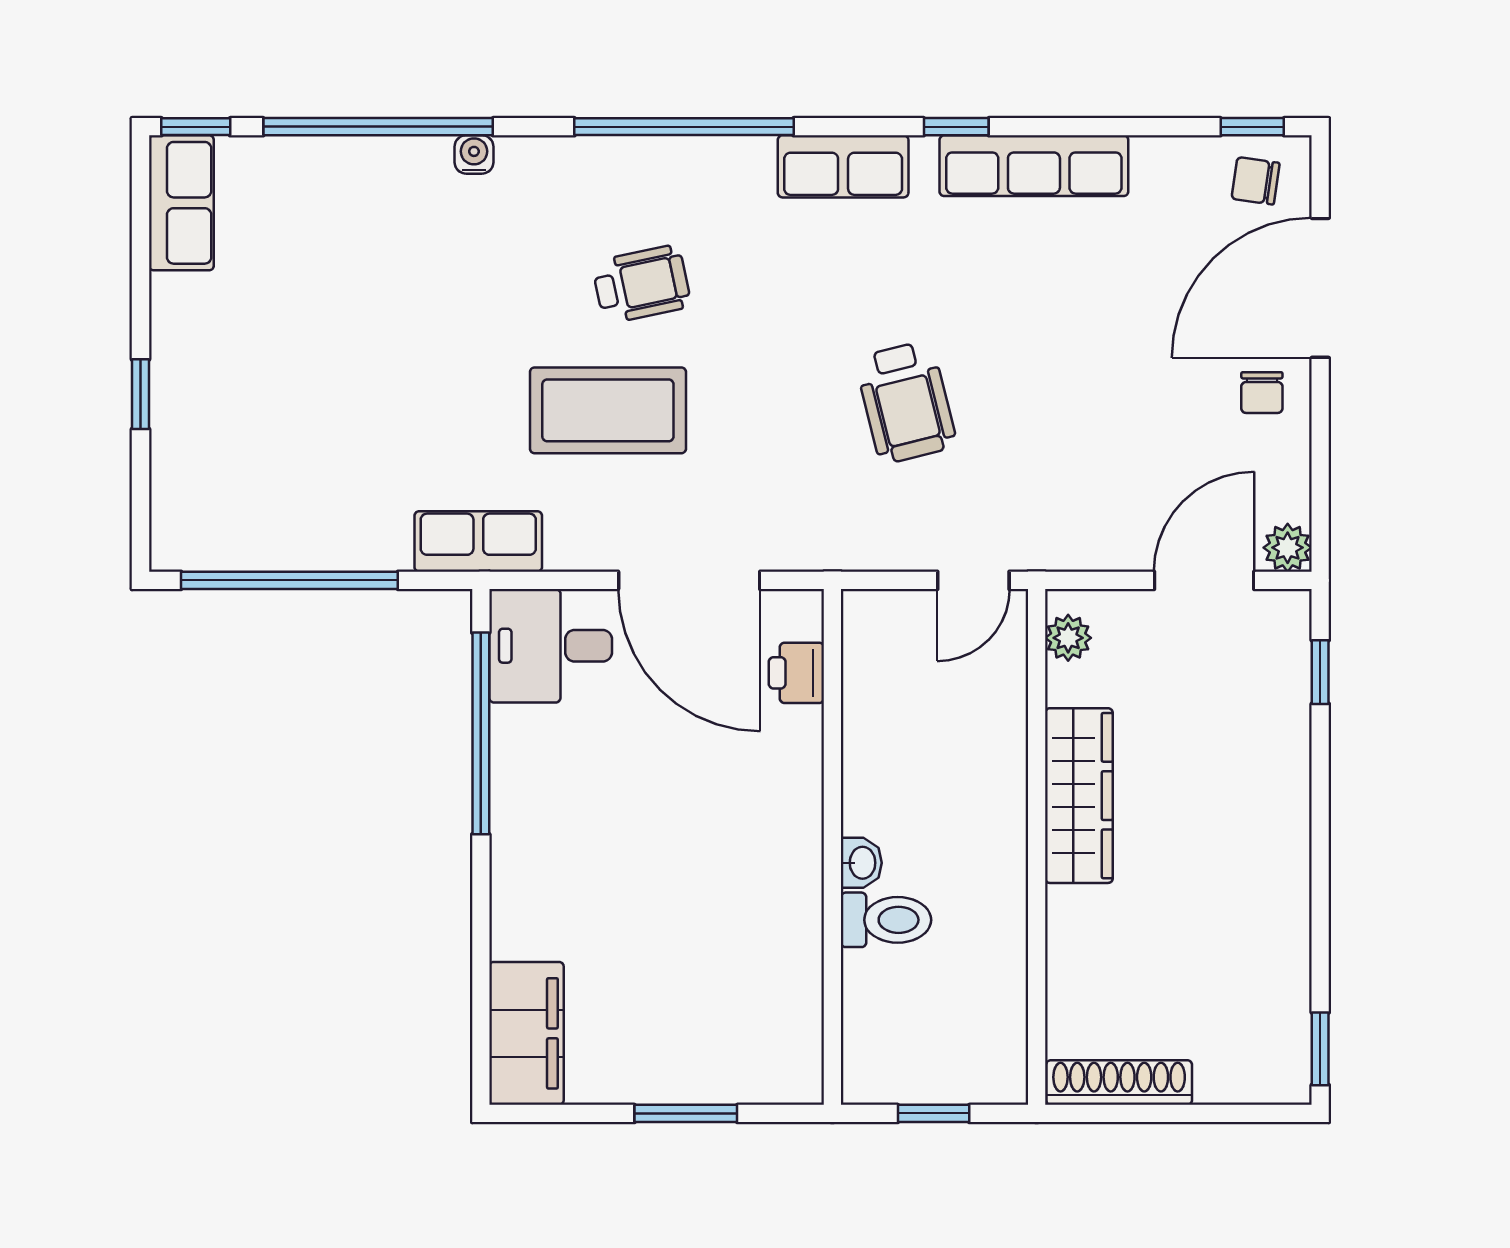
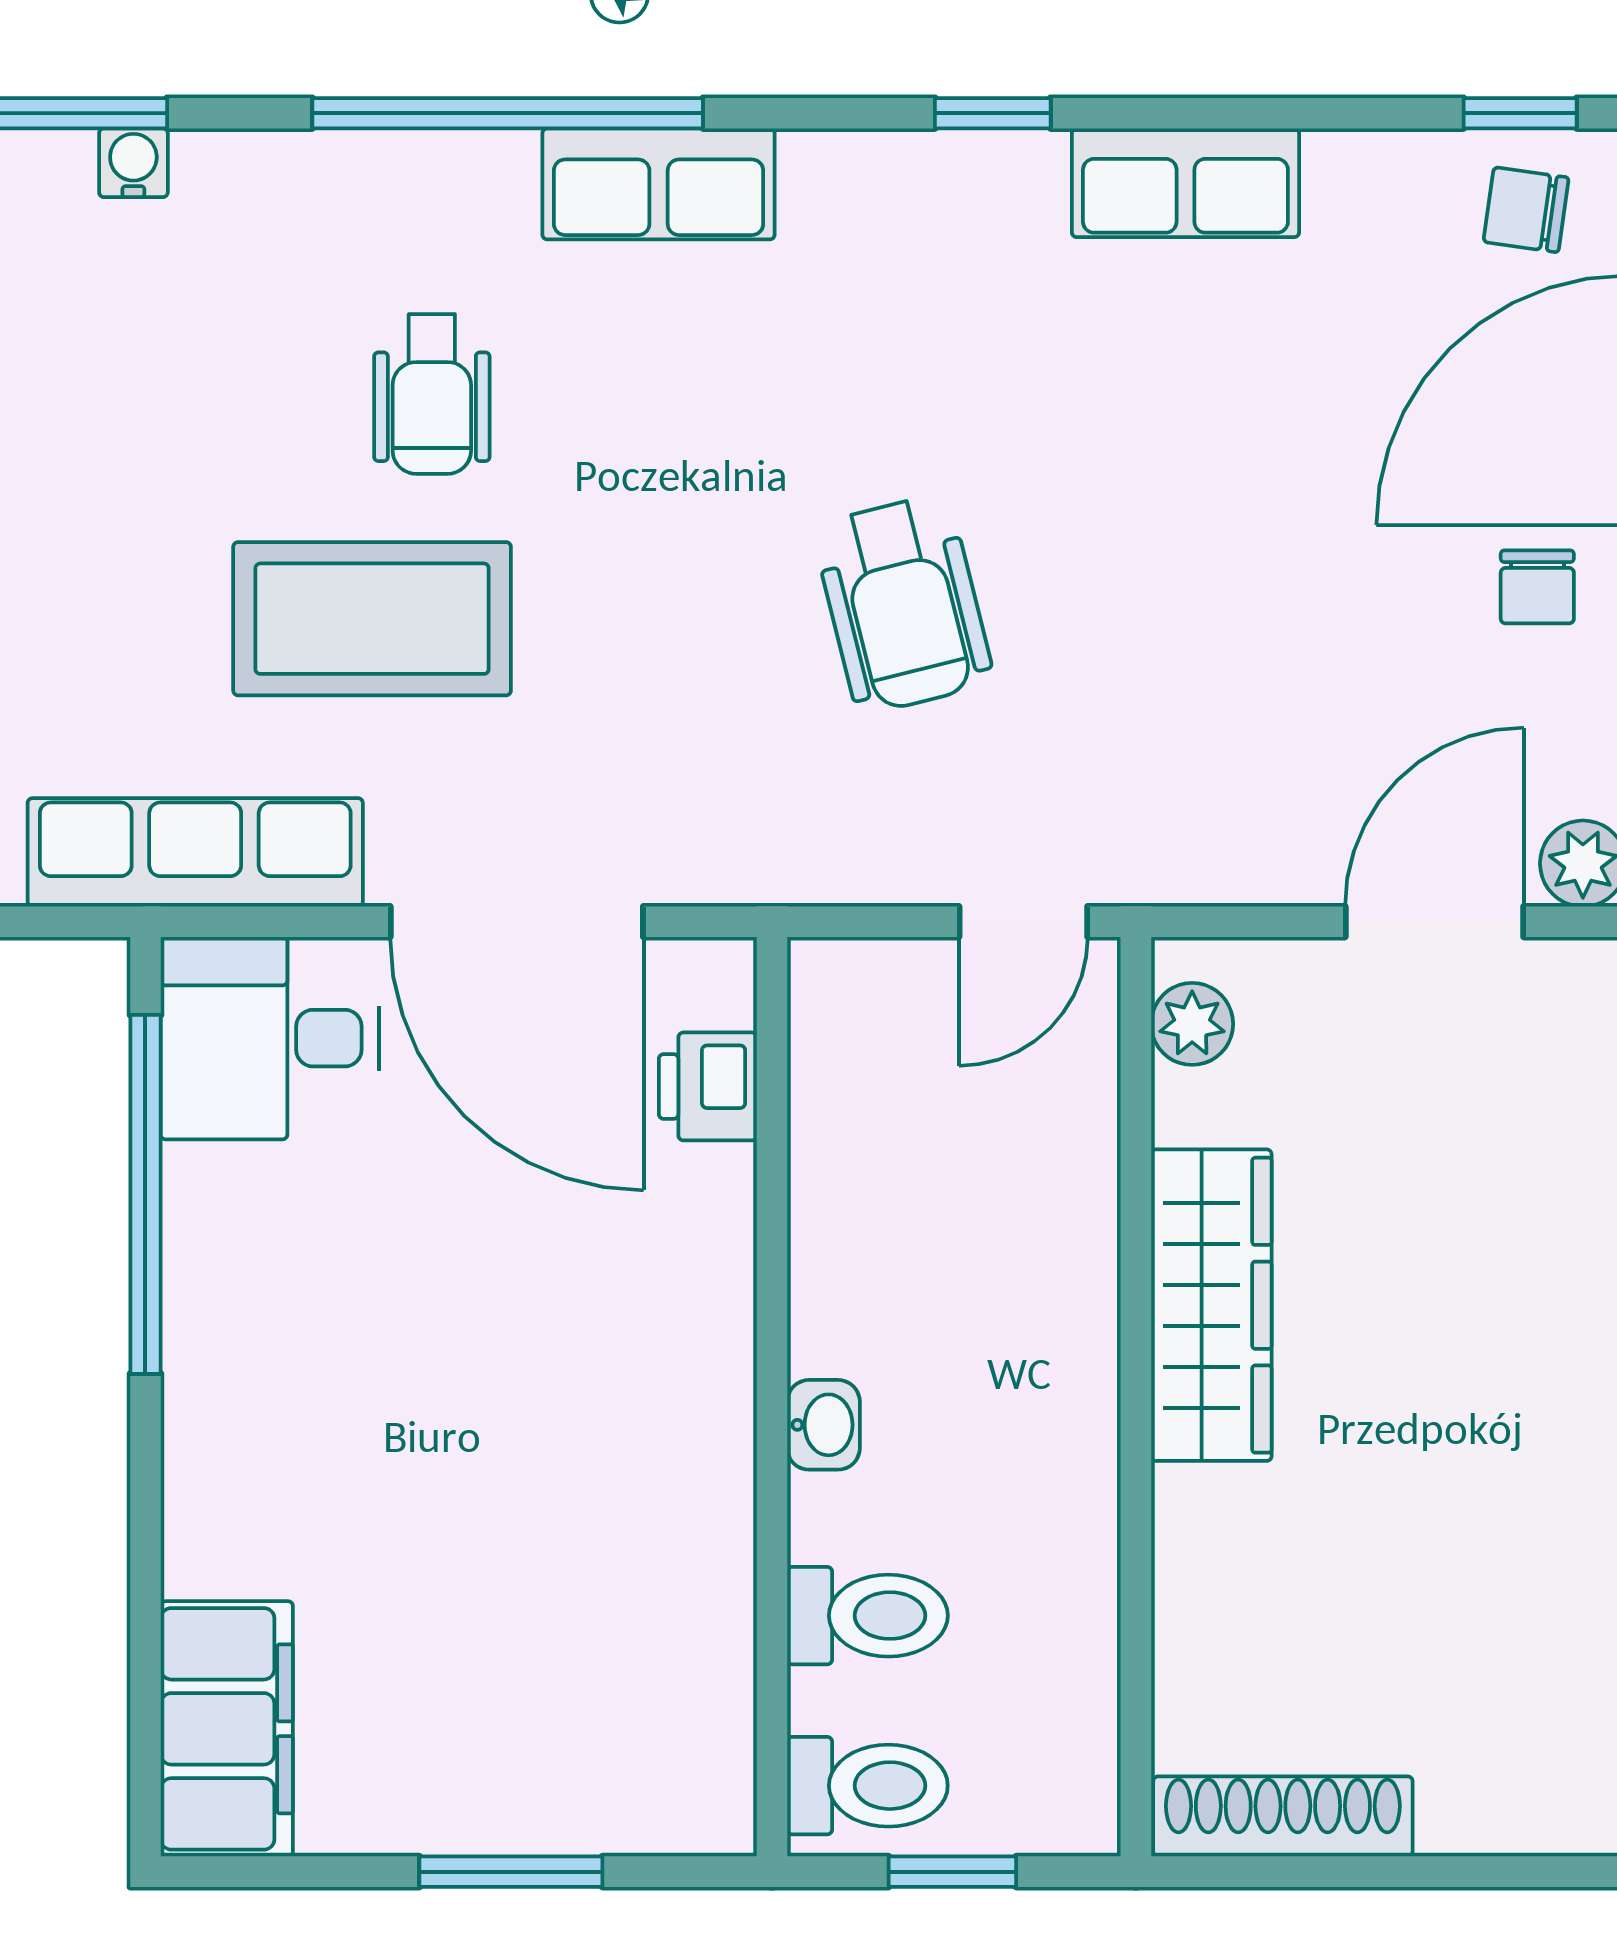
row of seats: (843, 166) -> (659, 184), moved
row of seats: (1034, 166) -> (1185, 183), width x0.68
wheelchair: (641, 284) -> (432, 394), turned 102
row of seats: (478, 541) -> (195, 852), width x1.48
toilet: (886, 920) -> (867, 1616), moved
toilet: (886, 1065) -> (867, 1786), added

